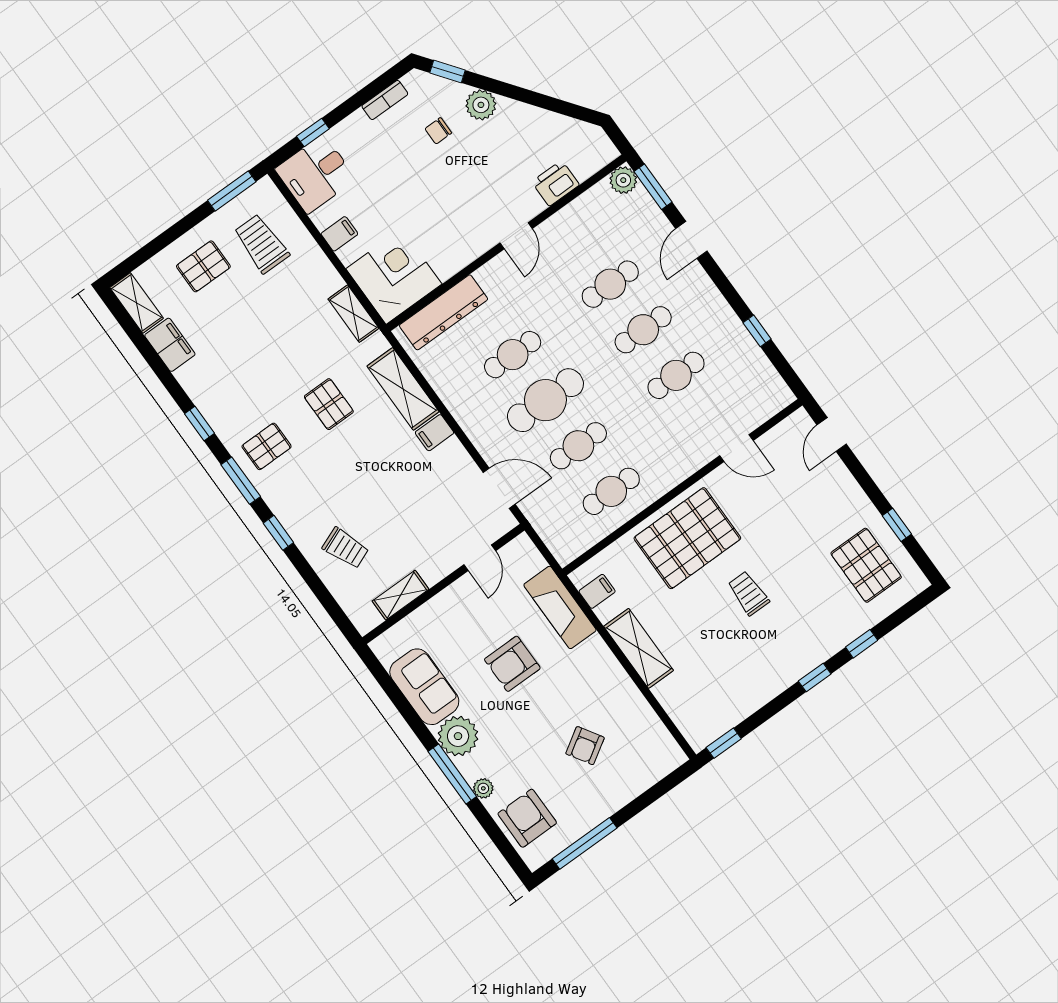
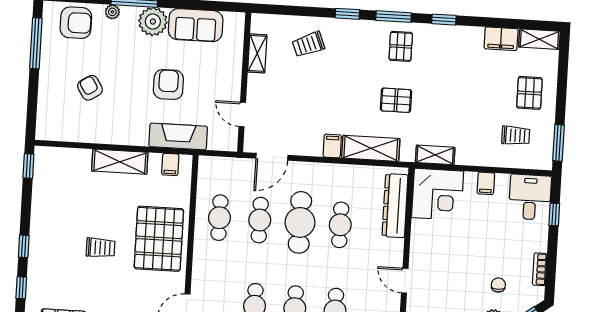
trolley: (262, 244) -> (516, 135), width x0.73, depth x0.72

